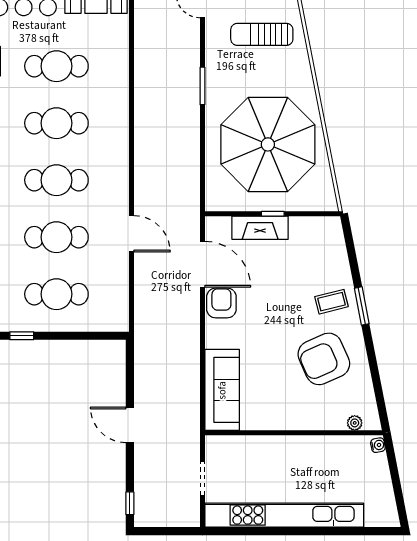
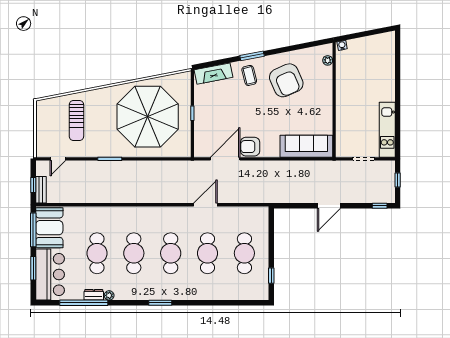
fireplace: (260, 228) -> (214, 74), moved, turned 79
kitchen unit: (284, 515) -> (387, 130), width x0.54
window: (170, 531) -> (398, 180), added

